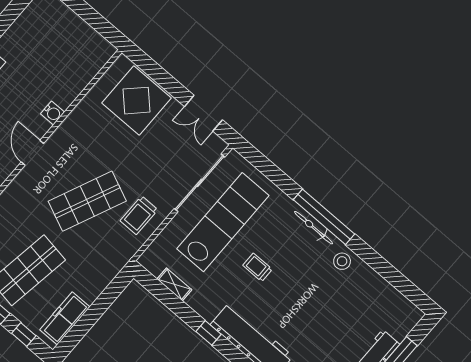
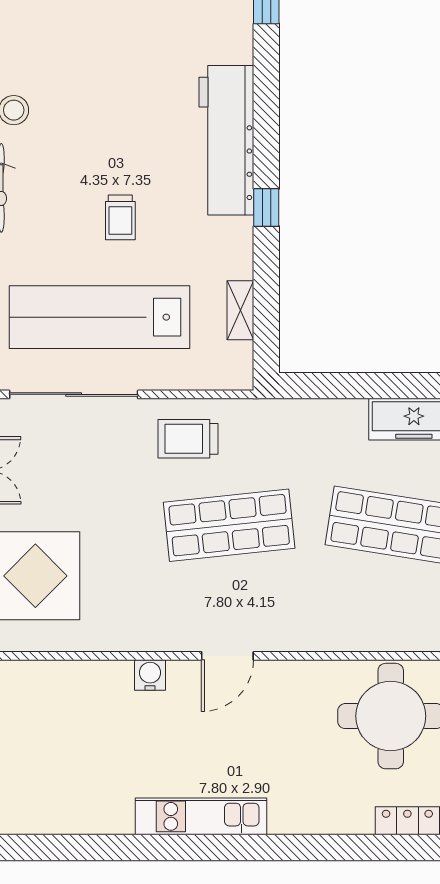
shop shelf: (87, 201) -> (229, 525), turned -30
trolley: (139, 215) -> (188, 439), turned 180

